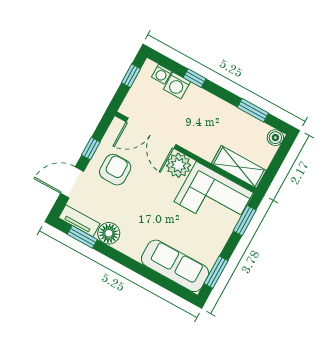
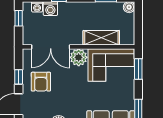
shelving: (239, 167) -> (101, 38), moved
armchair: (115, 170) -> (41, 82), turned 180

